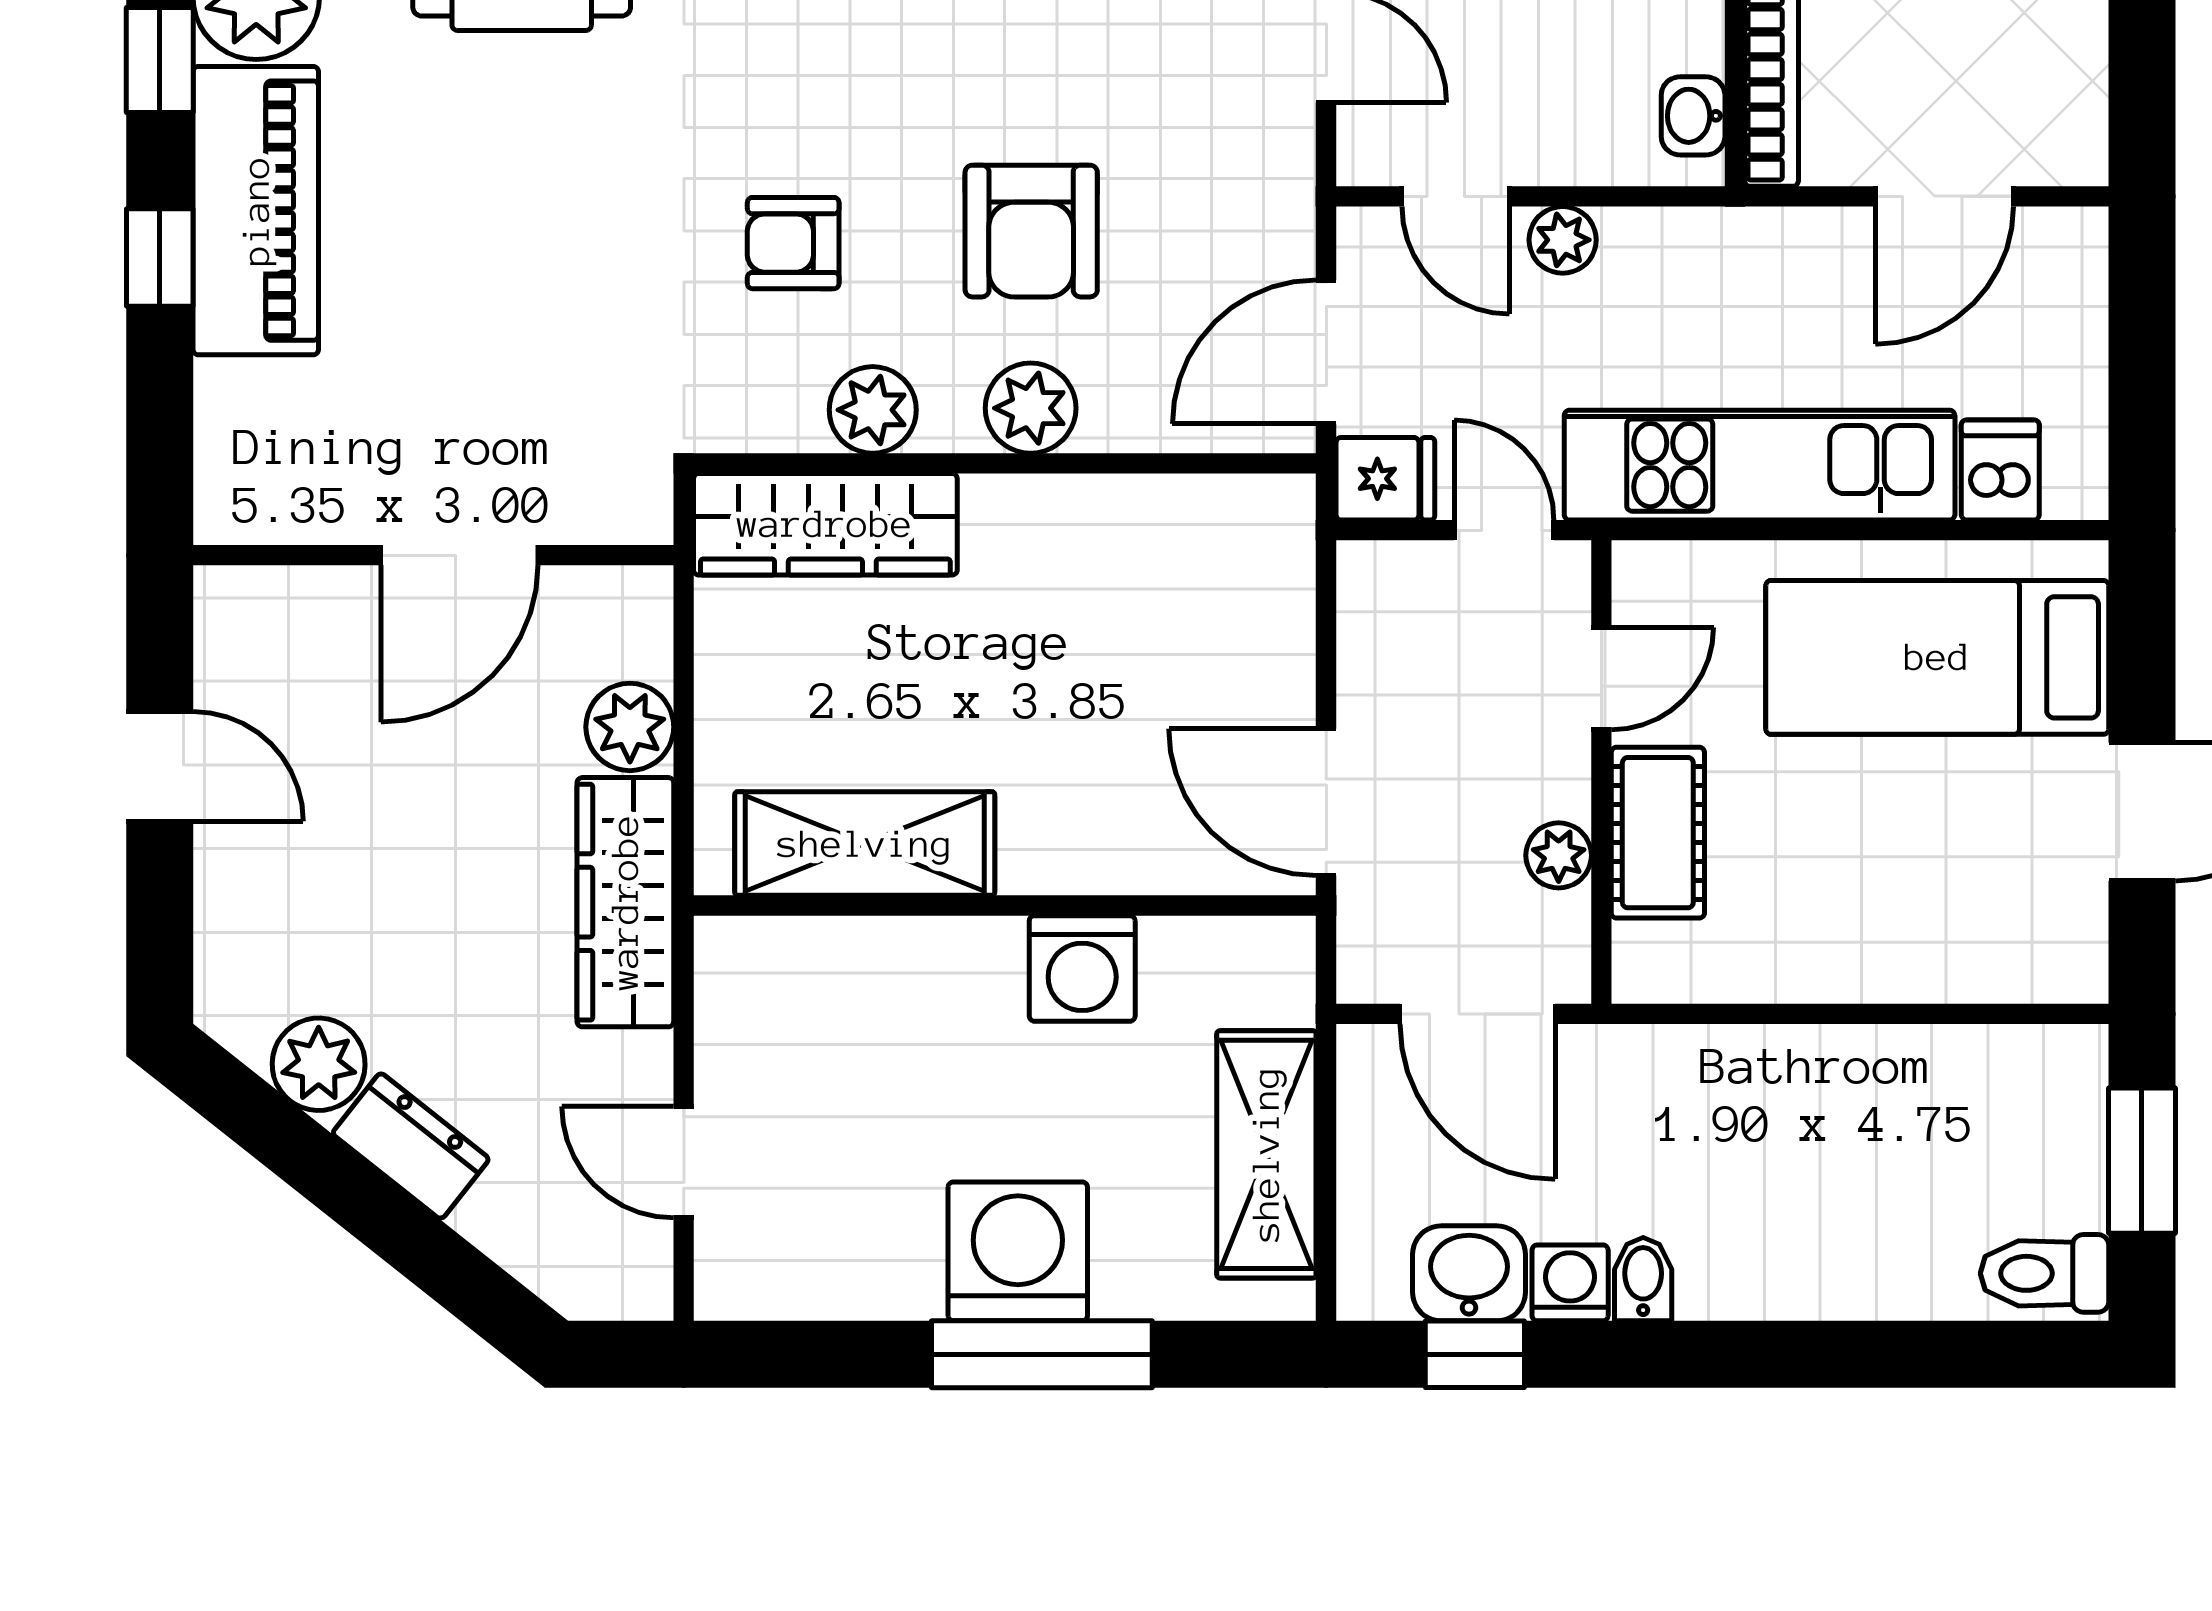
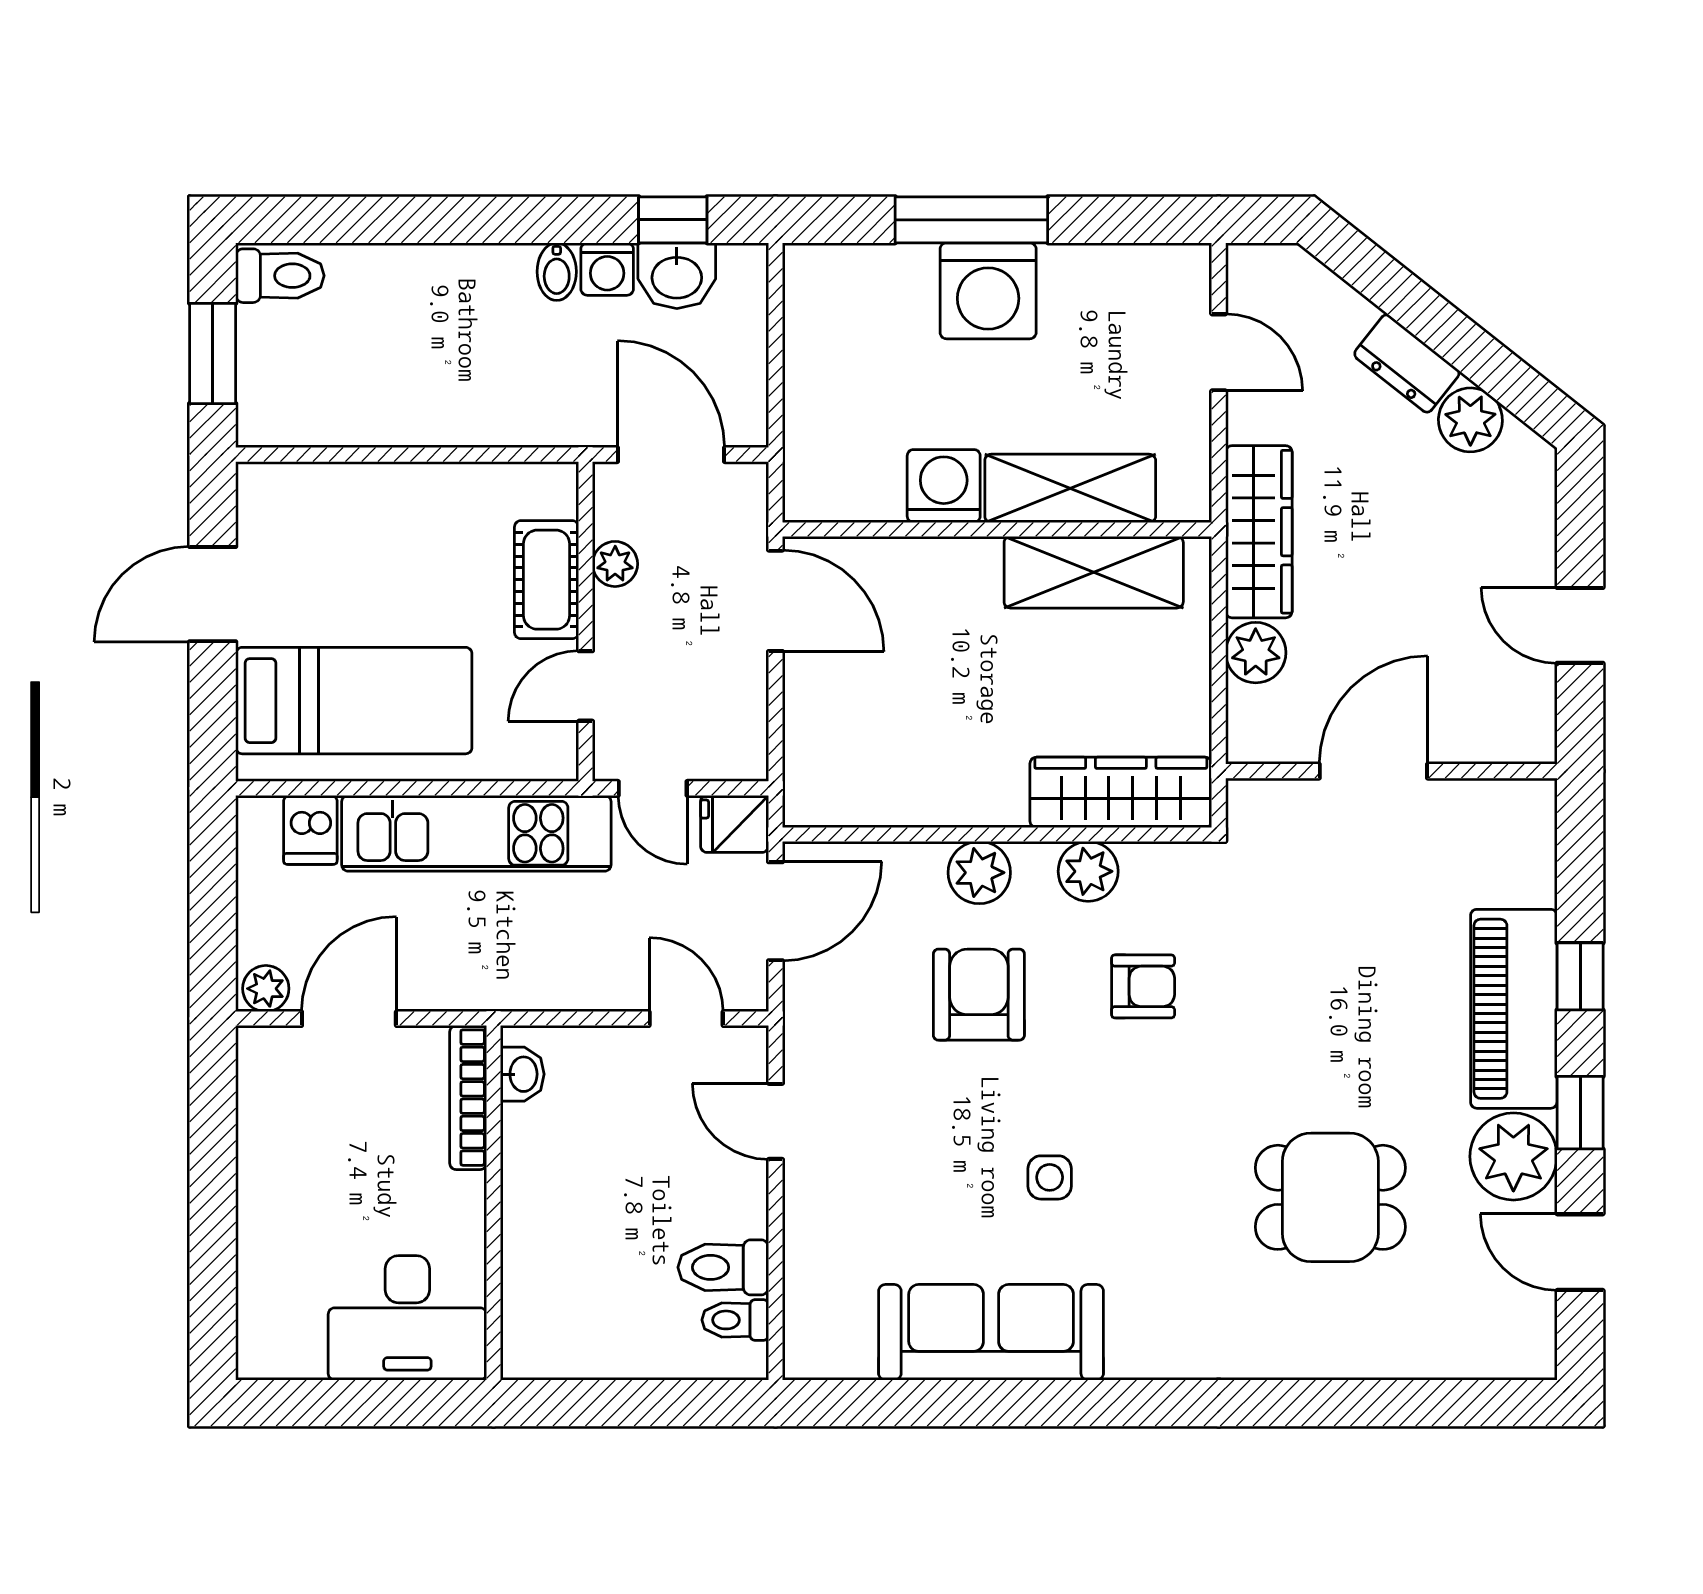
plant: (1563, 240) -> (266, 989), moved
shelving: (1266, 1154) -> (1070, 488), moved, turned 90

